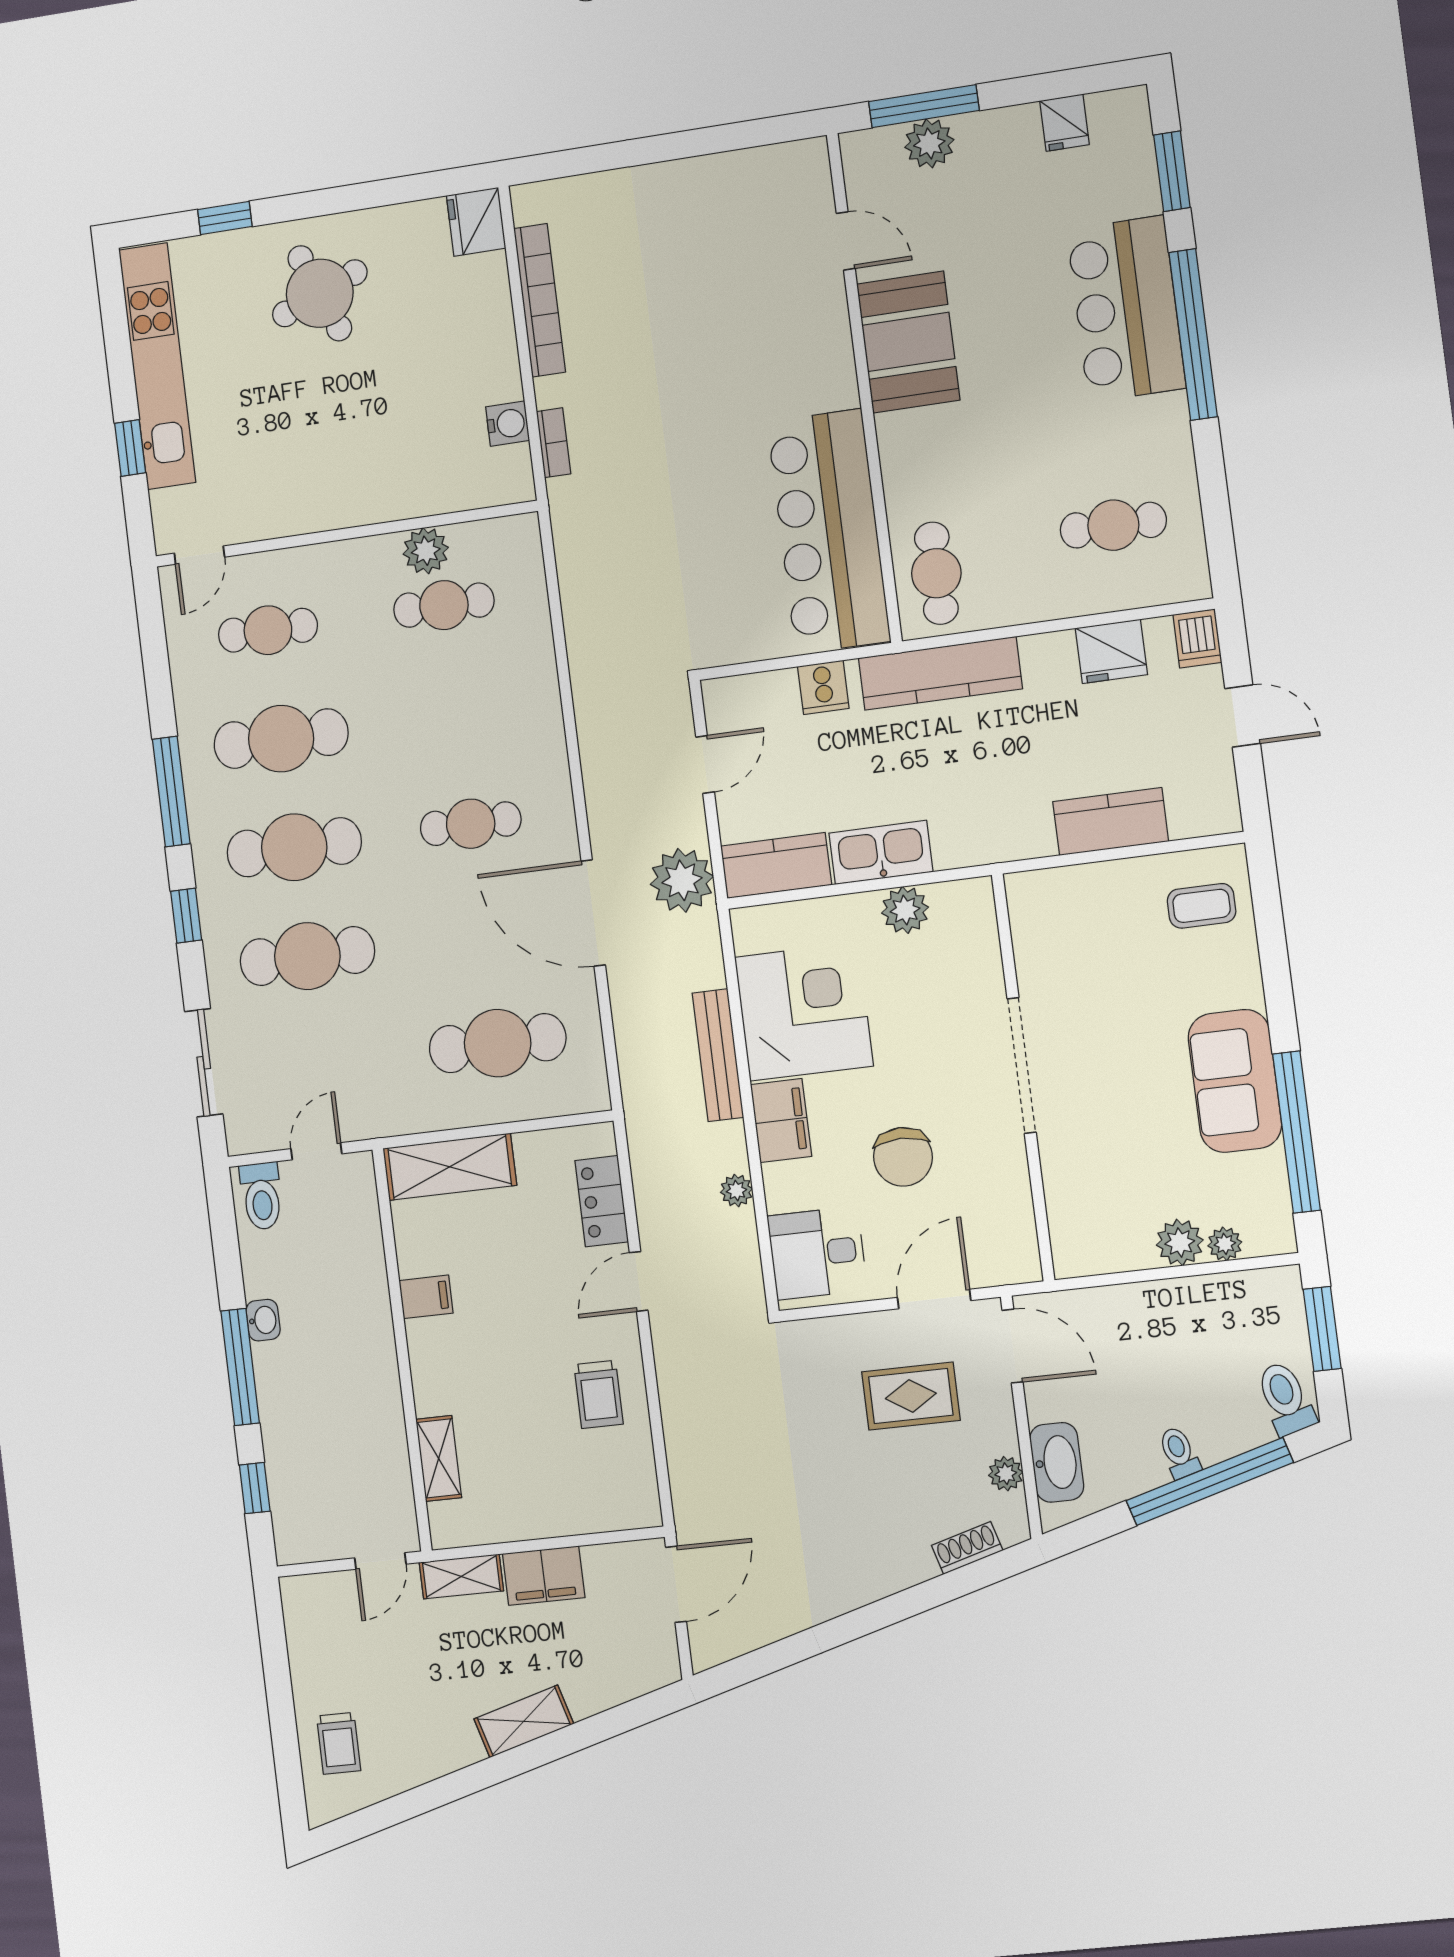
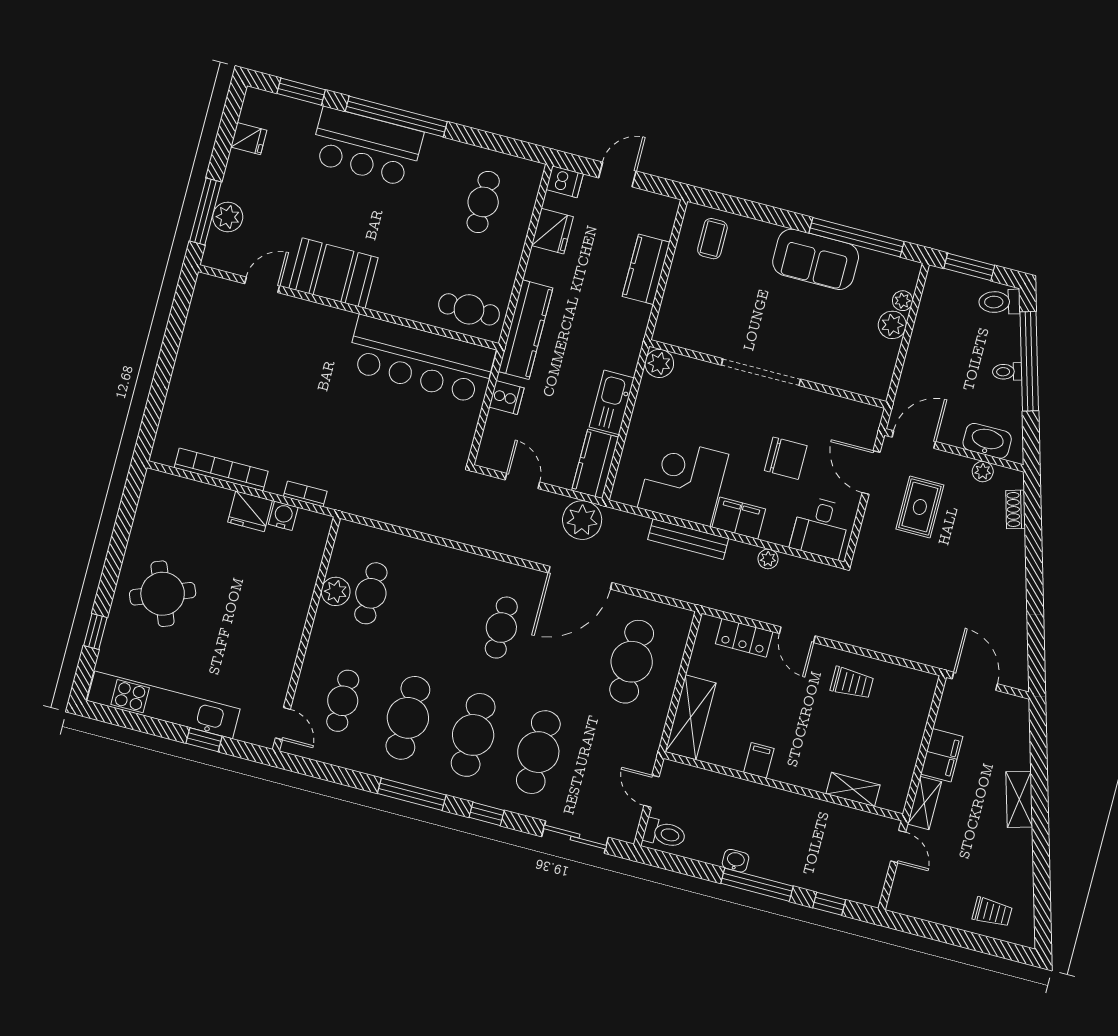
fridge: (476, 222) -> (250, 511), moved
plant: (905, 910) -> (659, 363), moved

